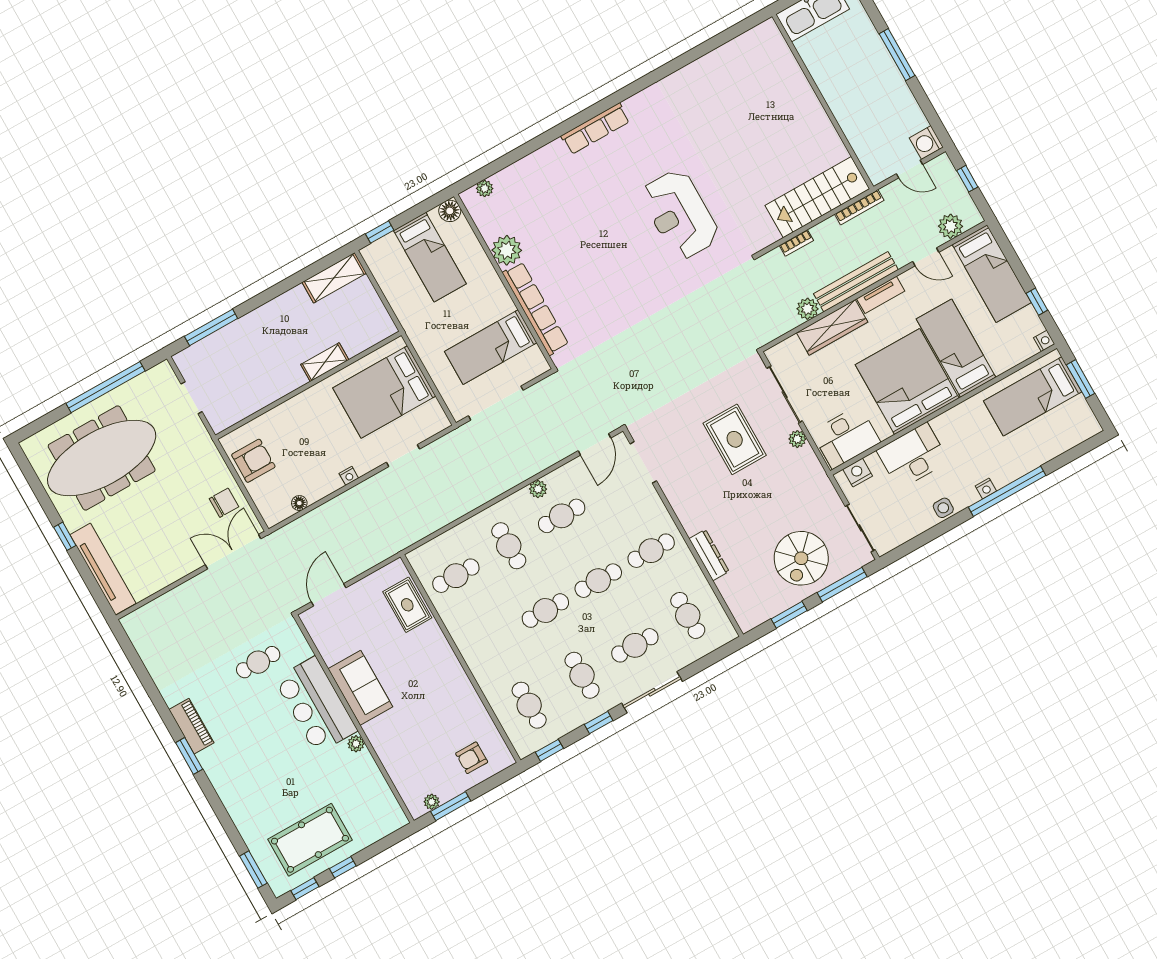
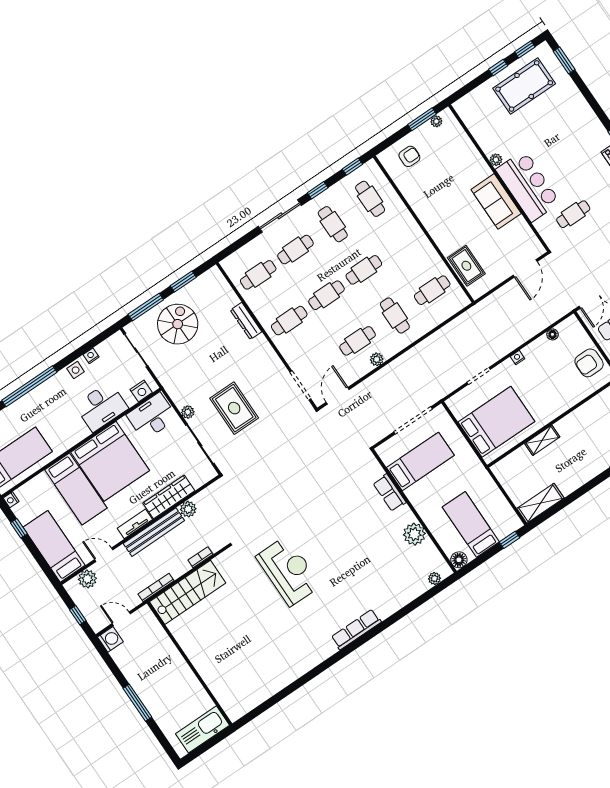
row of seats: (535, 309) -> (390, 493), width x0.50
nightstand: (986, 489) -> (91, 356), moved
cafe table: (688, 615) -> (258, 275), turned 90

